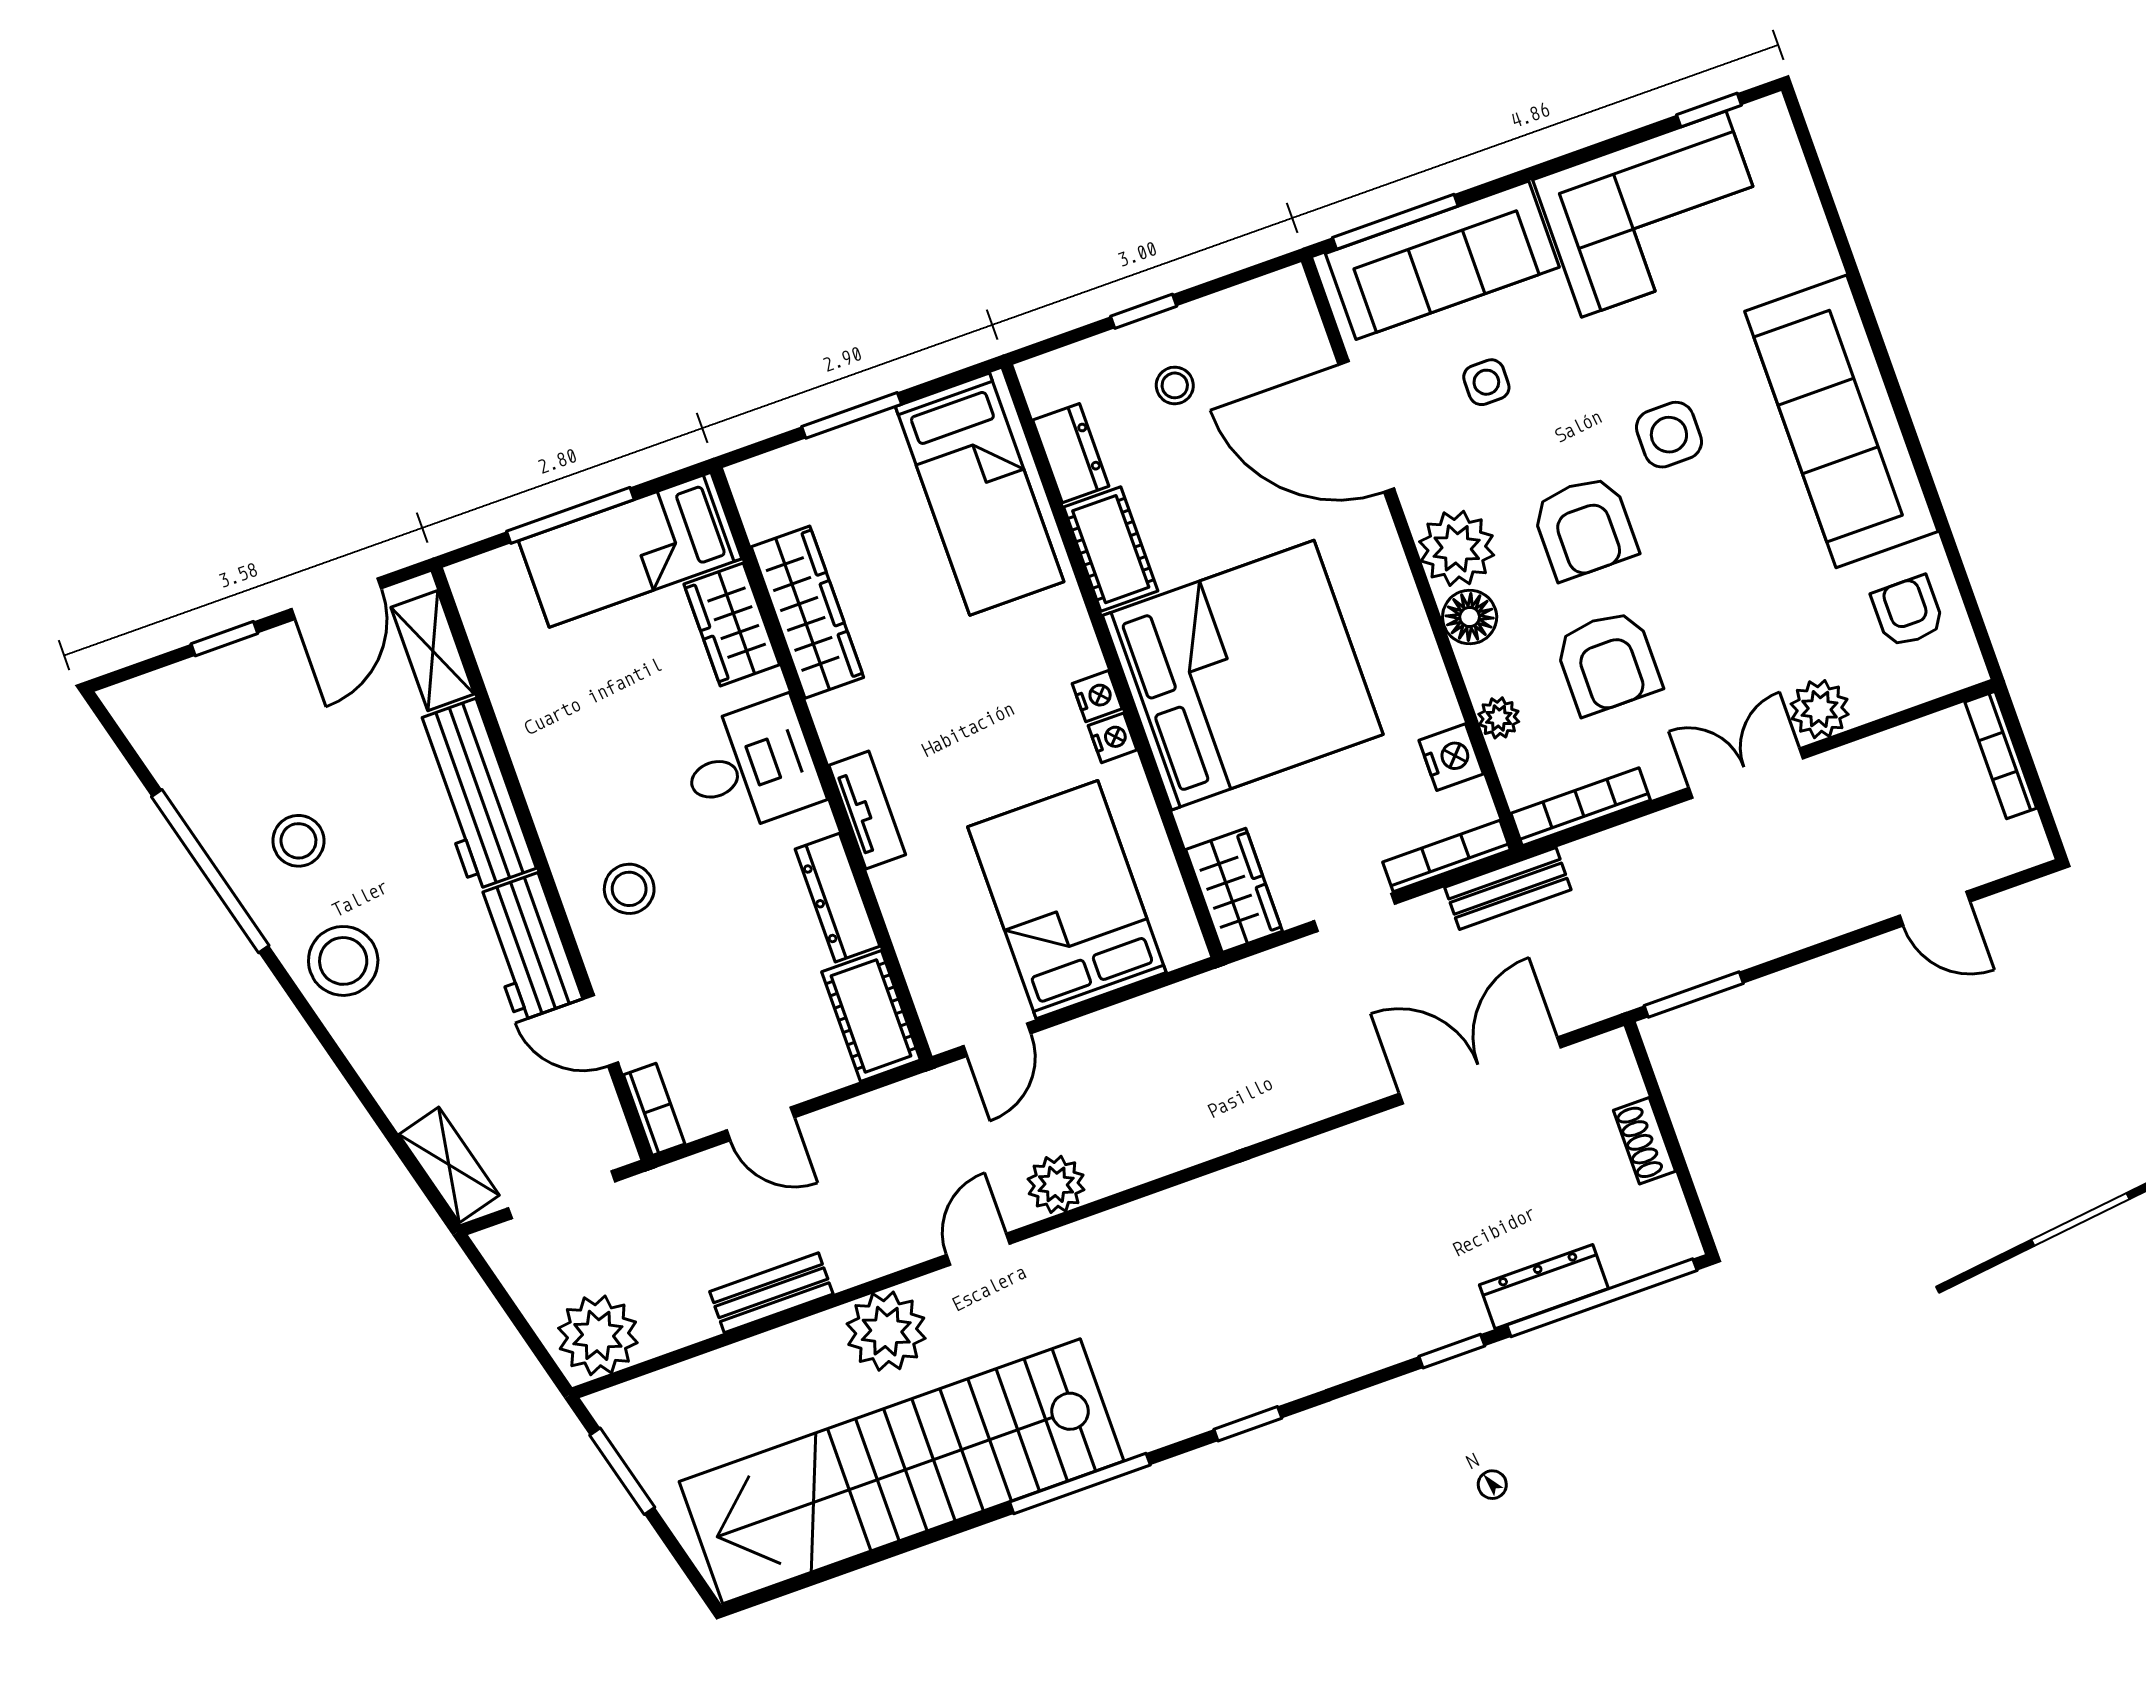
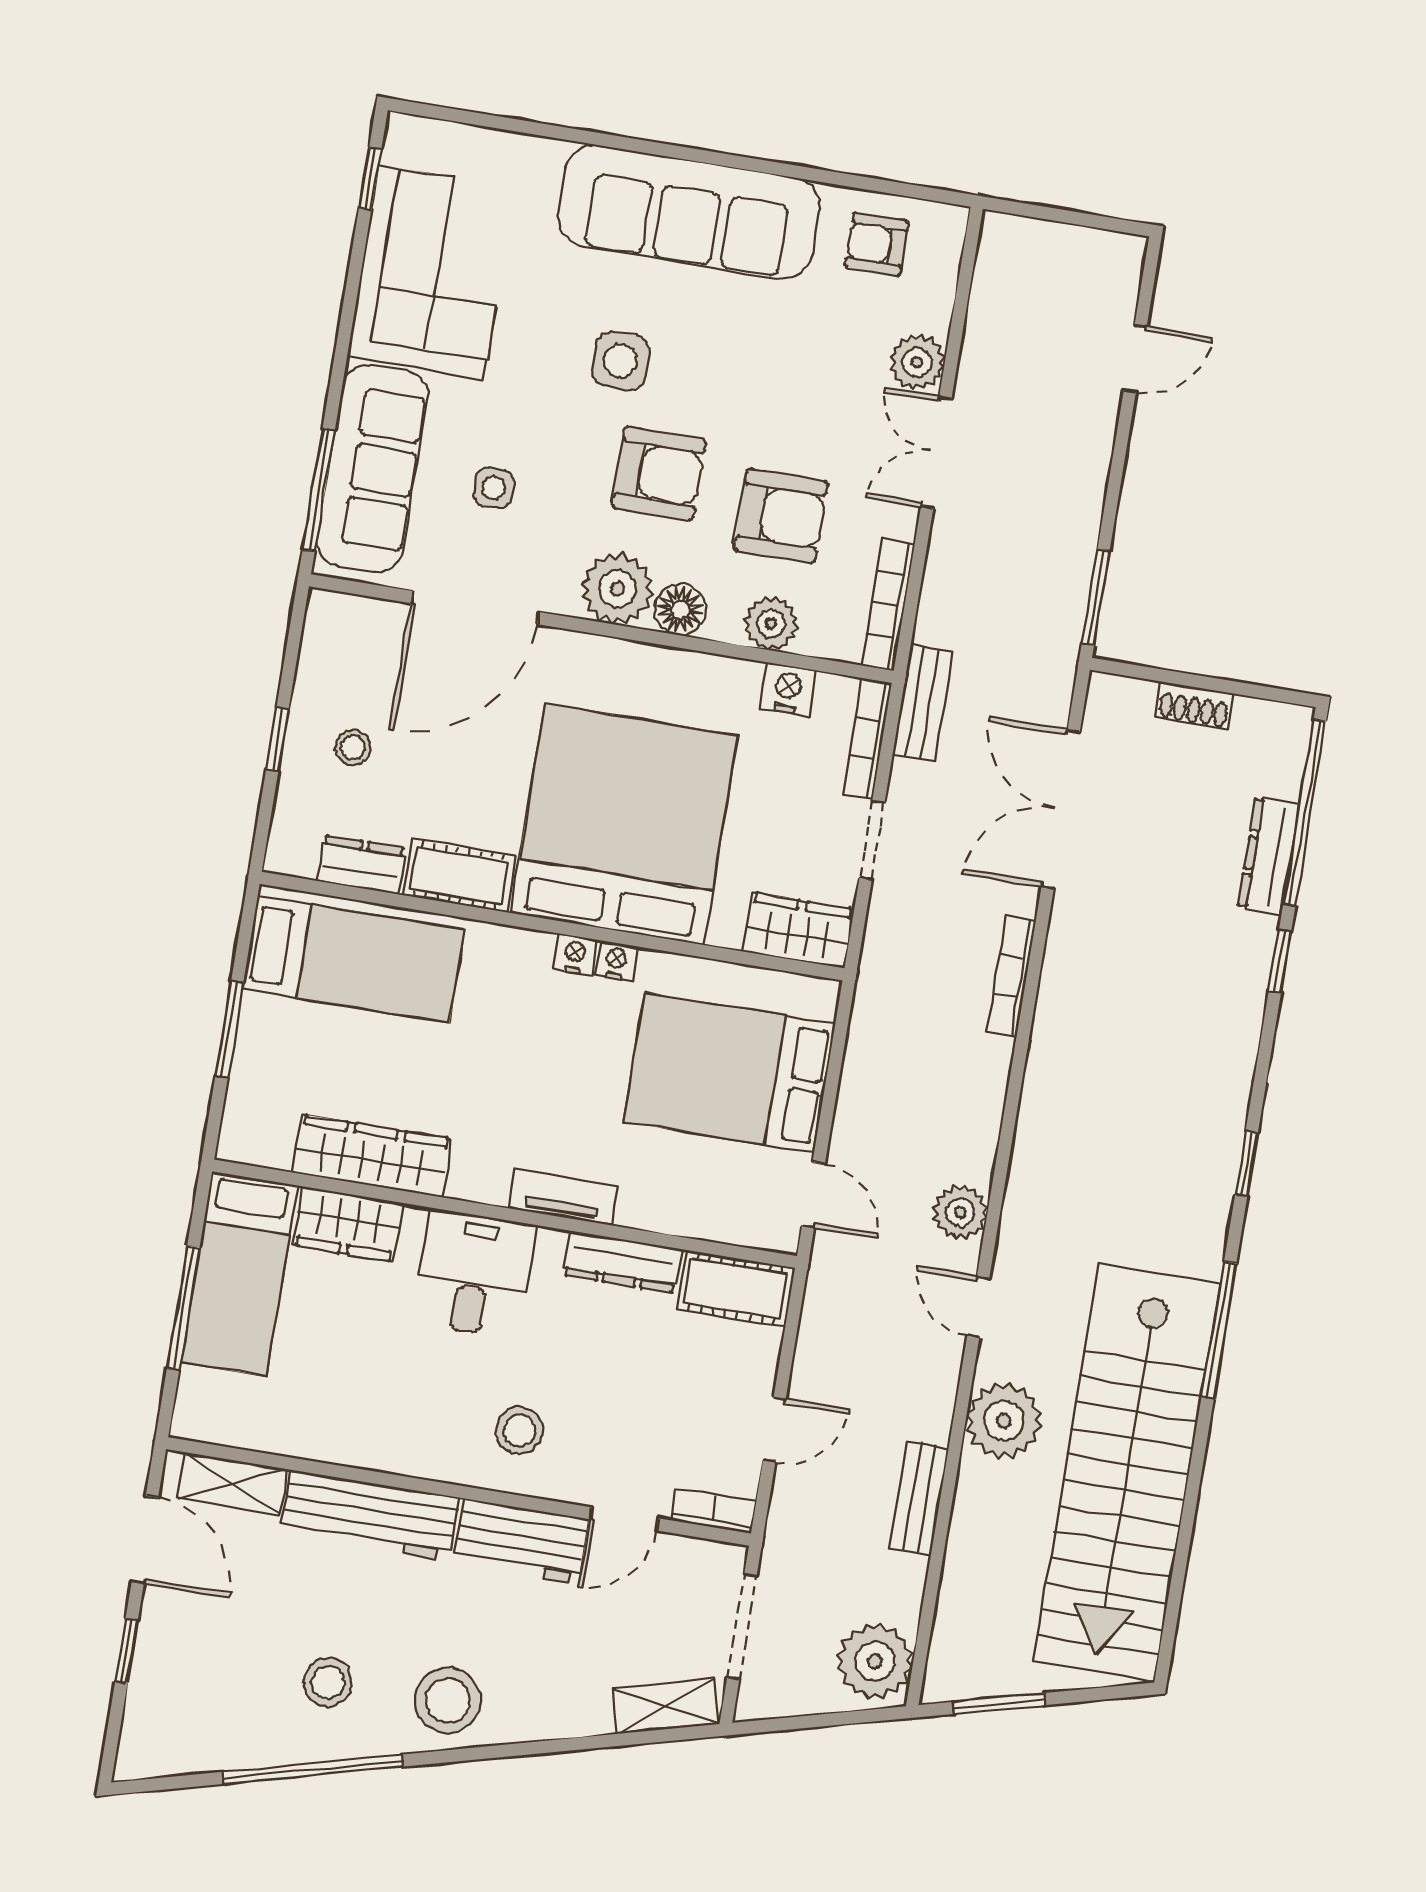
plant: (1499, 718) -> (771, 623), width x1.38, depth x1.38
bookcase: (2001, 755) -> (1012, 976), moved, turned 90

